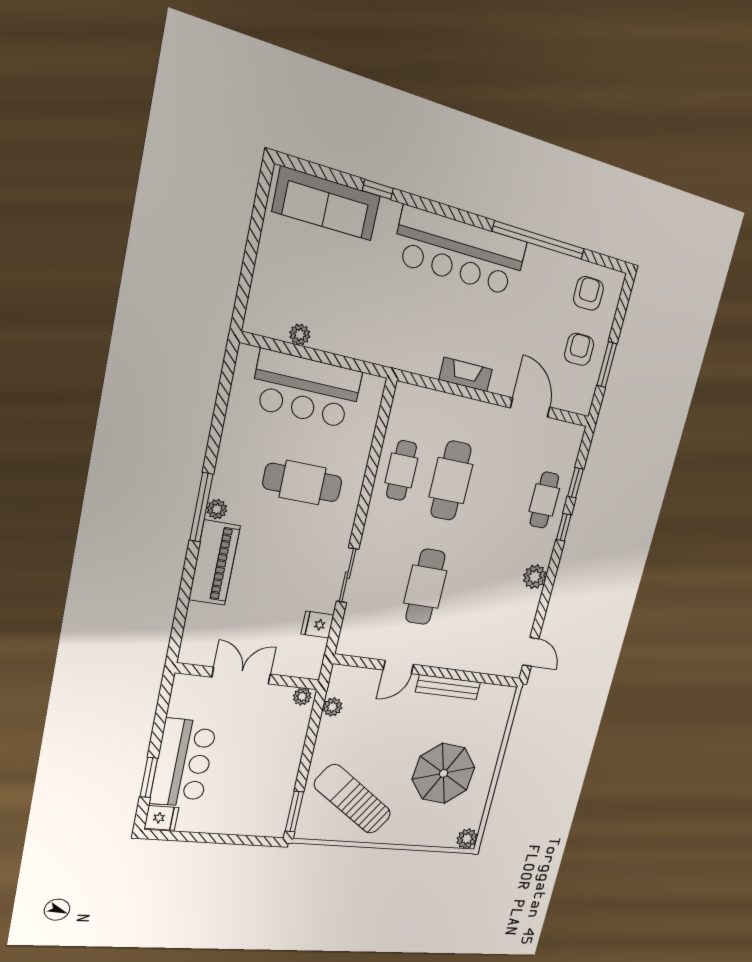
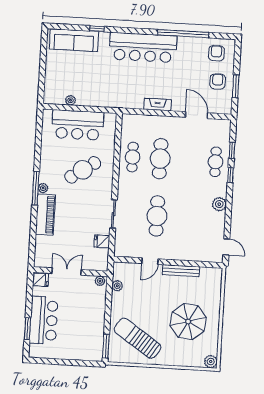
cafe table: (303, 483) -> (83, 170), turned -34
fridge: (161, 818) -> (41, 280), moved

